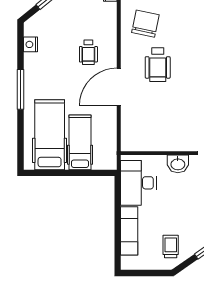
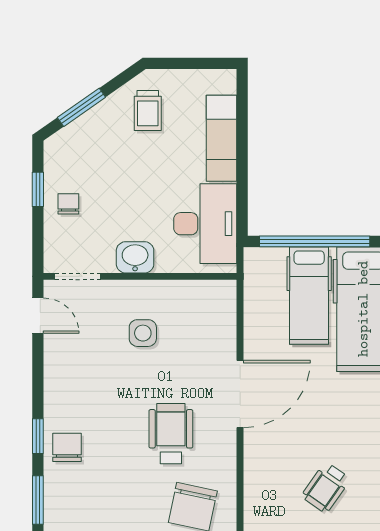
wheelchair: (88, 52) -> (326, 488), moved, turned -145
side table: (174, 121) -> (143, 333), added
window: (77, 173) -> (315, 241), added

